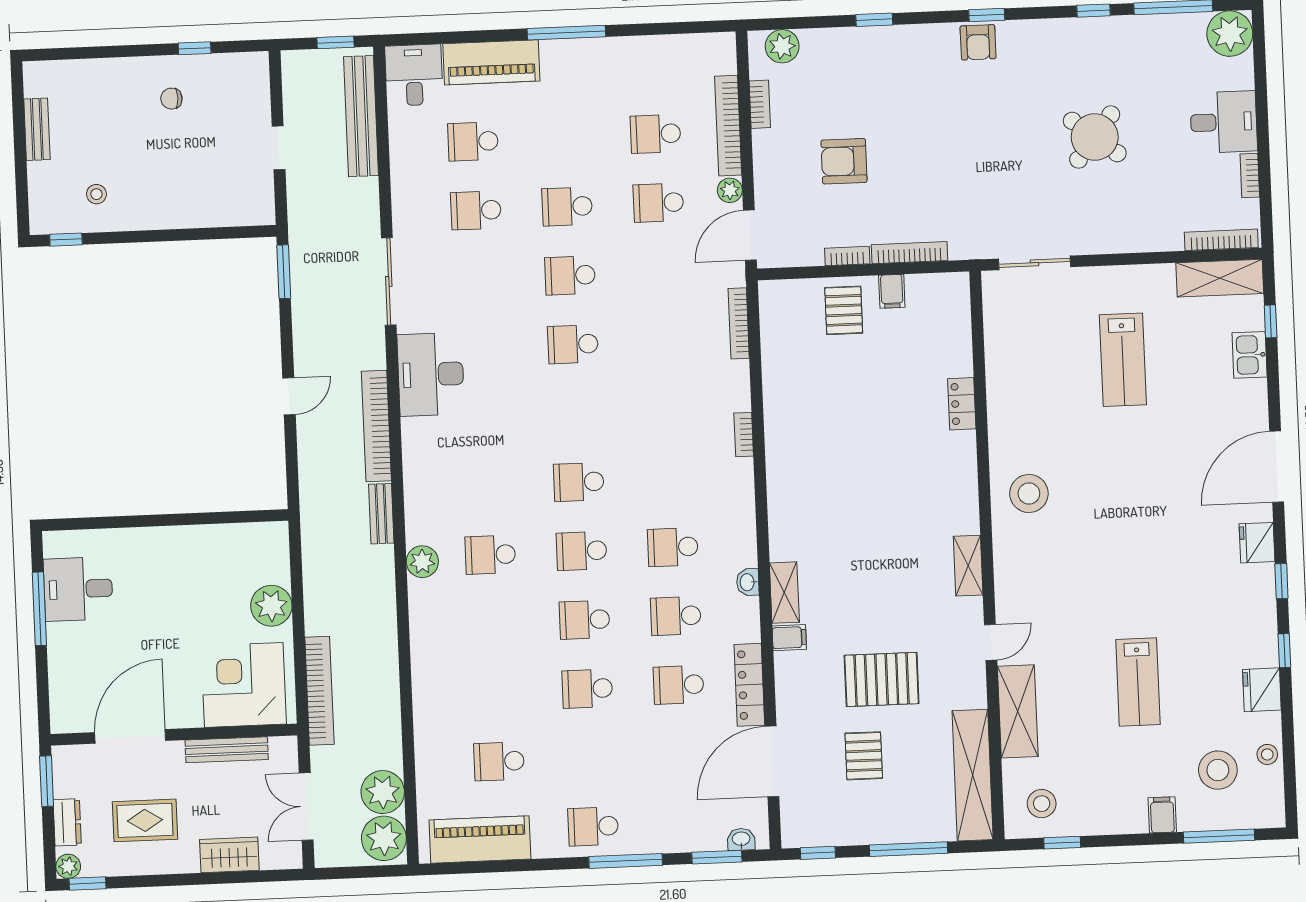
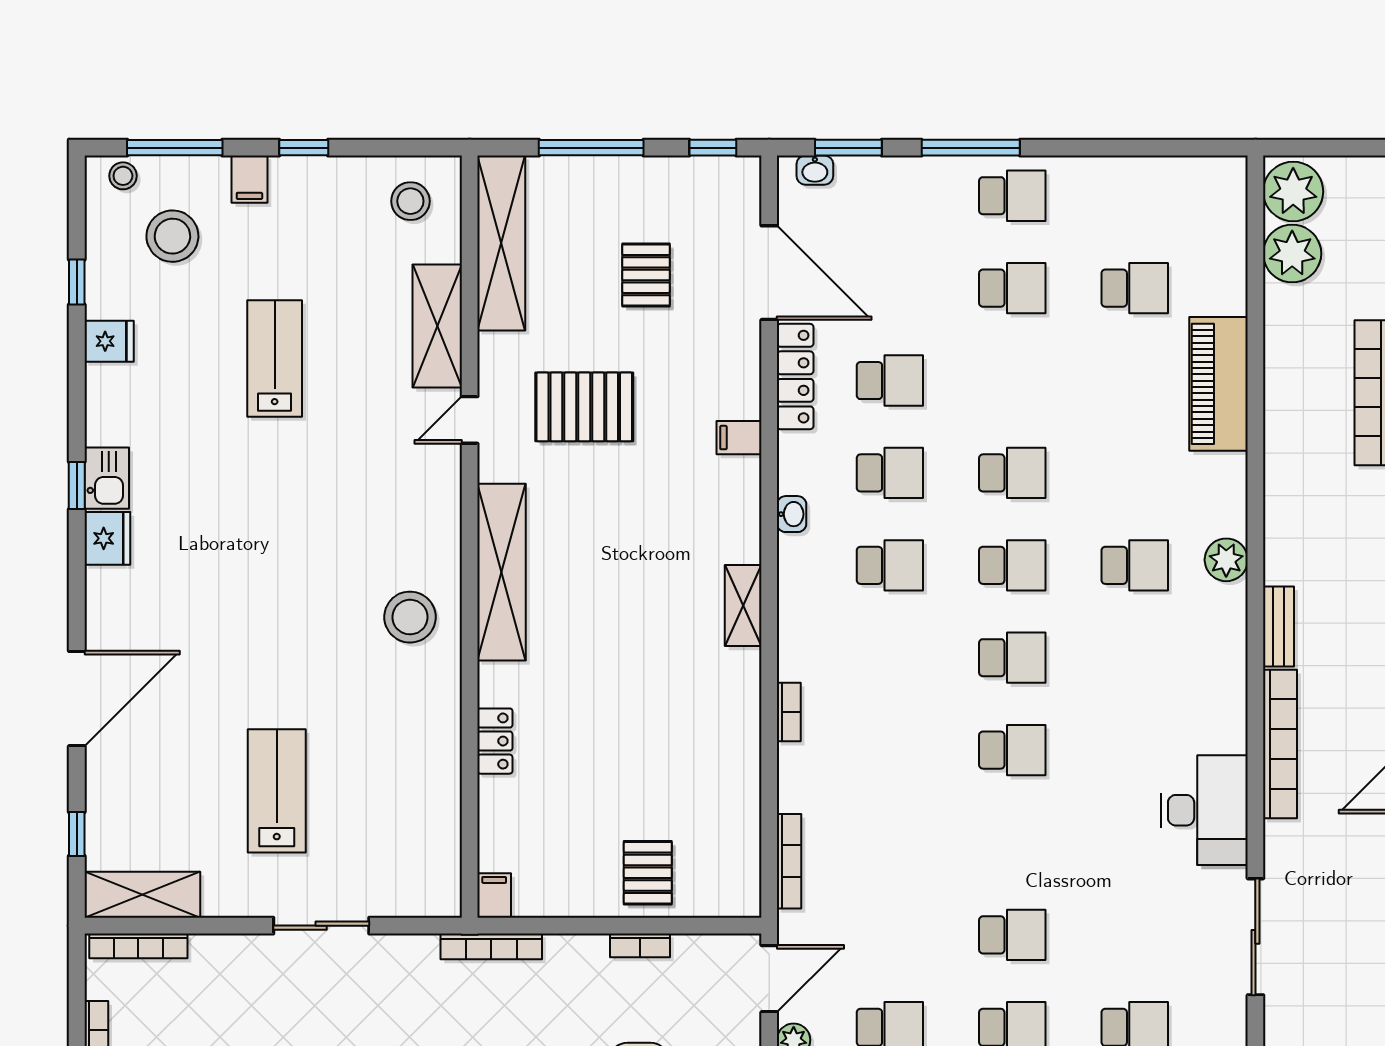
bookcase: (909, 253) -> (491, 946), moved
sliding door: (1034, 263) -> (321, 926), moved
filing cabinet: (892, 291) -> (494, 896), moved
school desk: (573, 344) -> (1012, 750), moved
kitchen sink: (1250, 355) -> (107, 478), moved
door: (1277, 467) -> (77, 699), moved
shelving: (968, 566) -> (502, 572), width x2.20, depth x1.33
shelving: (784, 593) -> (743, 606), moved
window: (1284, 651) -> (77, 282), moved
pallet: (882, 679) -> (584, 407), moved
school desk: (587, 689) -> (1012, 288), moved
fridge: (1262, 690) -> (109, 341), width x0.72
stool: (1267, 754) -> (123, 176), moved
door: (772, 761) -> (769, 273), hinge flipped
piano: (480, 840) -> (1219, 384), moved, turned 90
window: (1062, 843) -> (304, 148), moved

